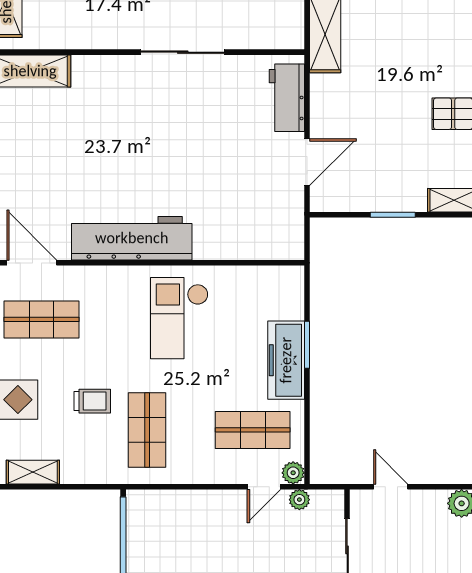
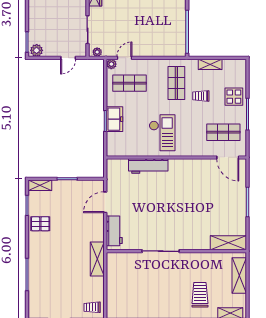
workbench: (132, 238) -> (148, 166), moved, width x0.73, depth x0.76
freezer: (286, 360) -> (115, 119), width x0.71
shelving: (33, 472) -> (210, 64), moved
door: (391, 487) -> (68, 58), hinge flipped
plant: (299, 500) -> (97, 52), moved

